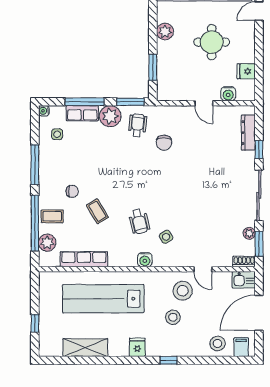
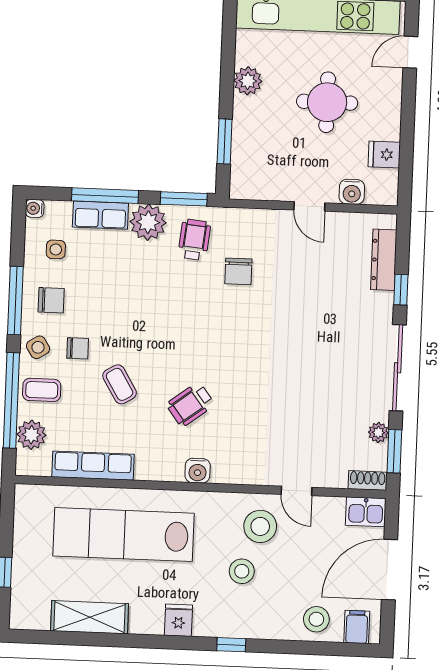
chair: (56, 164) -> (51, 300), added
wheelchair: (139, 221) -> (190, 404), turned 67
side table: (166, 237) -> (38, 347), moved

